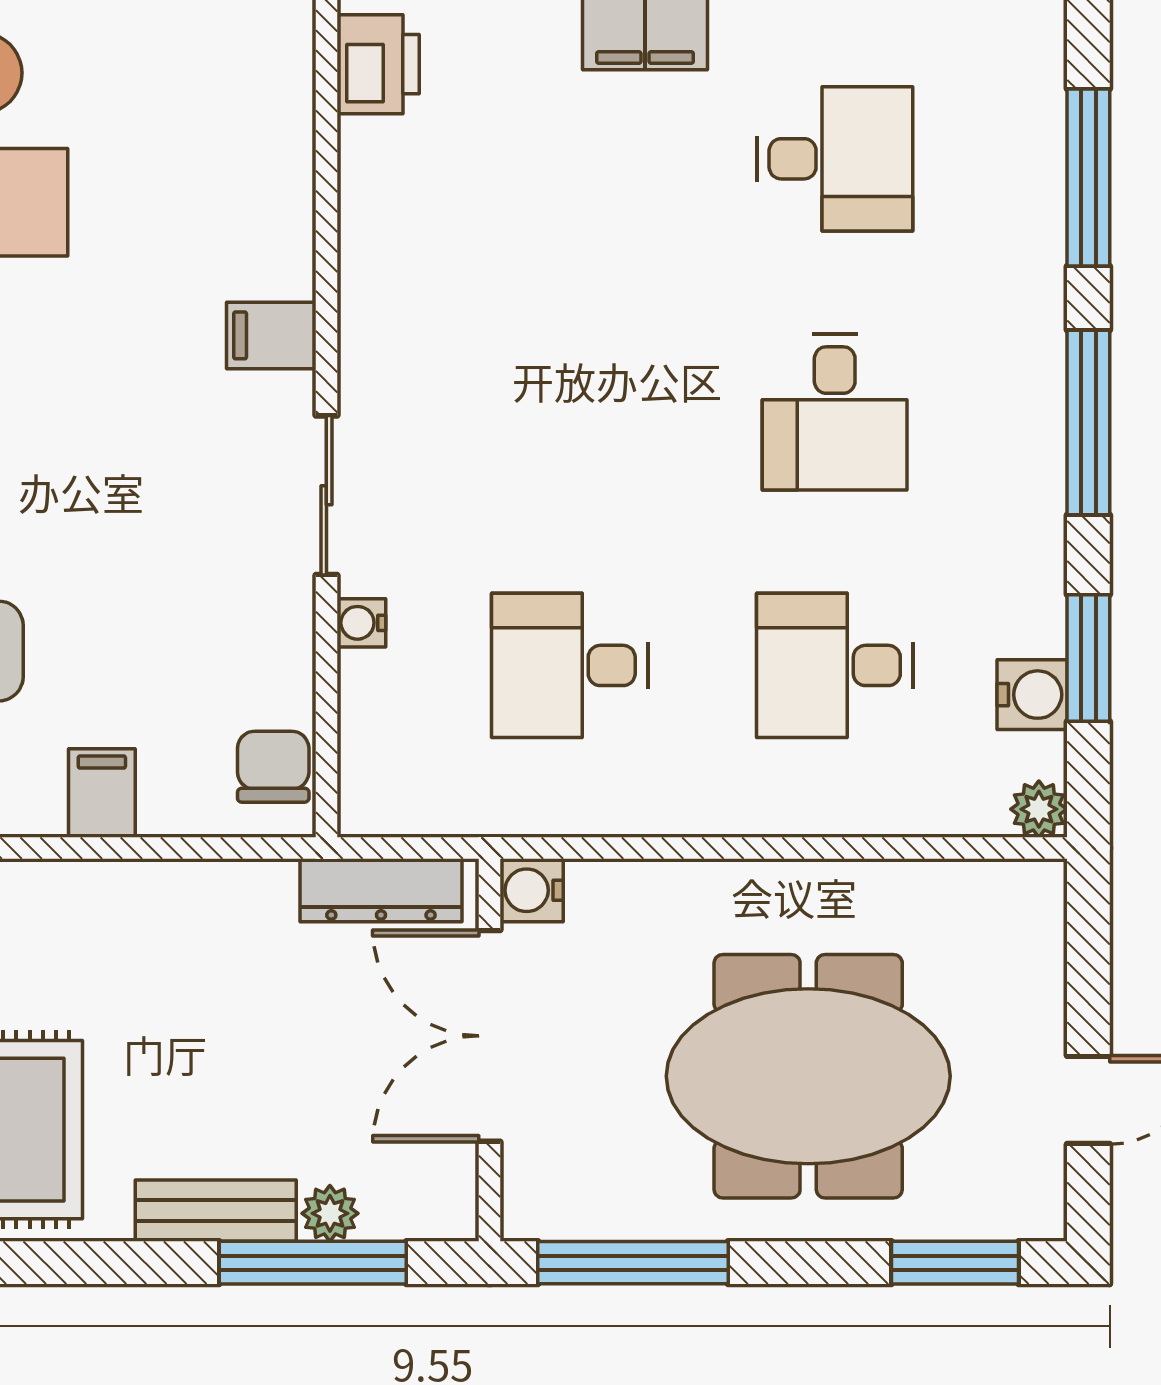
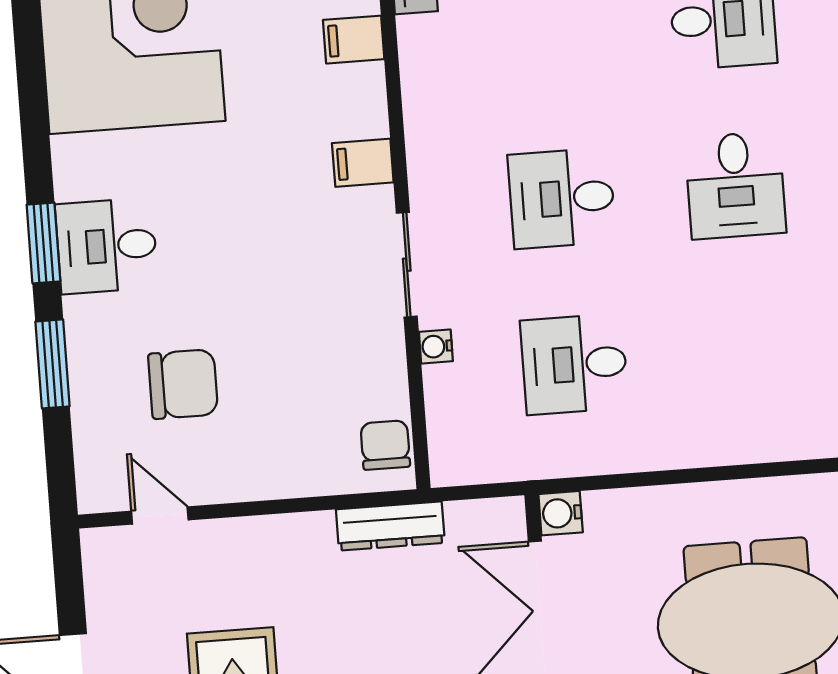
desk: (835, 665) -> (562, 198), moved
filing cabinet: (102, 793) -> (354, 40), moved, turned -90
dresser: (381, 890) -> (390, 526), moved

